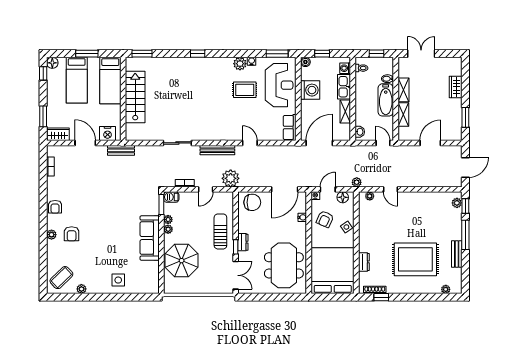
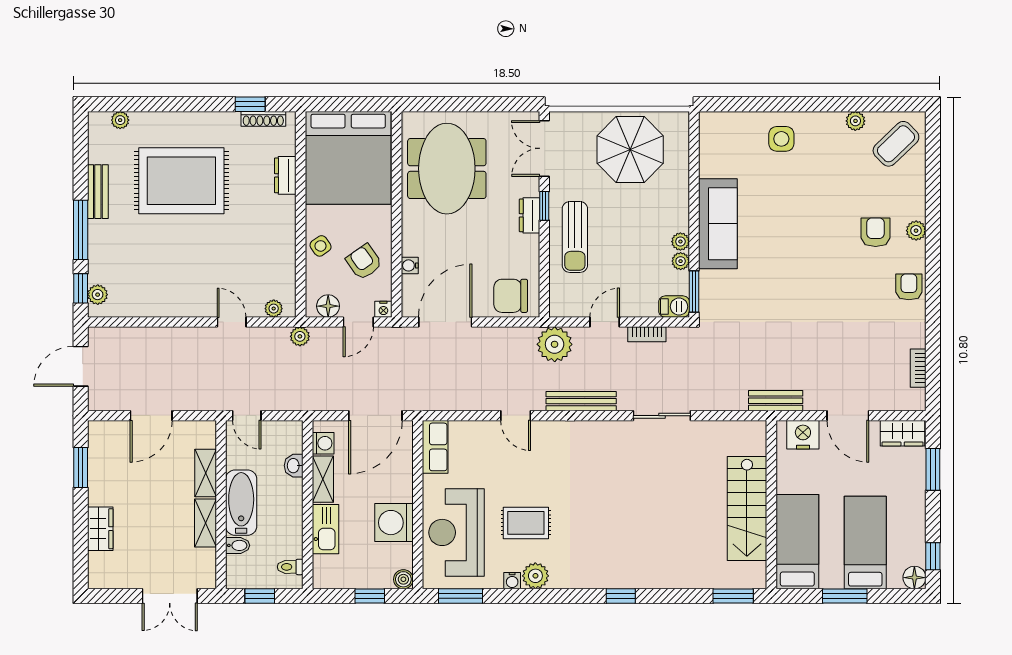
washing machine: (345, 68) -> (323, 443), moved
washbasin: (360, 132) -> (294, 466), moved
armchair: (325, 219) -> (364, 262), turned -59
parasol: (182, 261) -> (630, 150), moved

